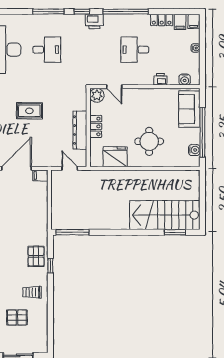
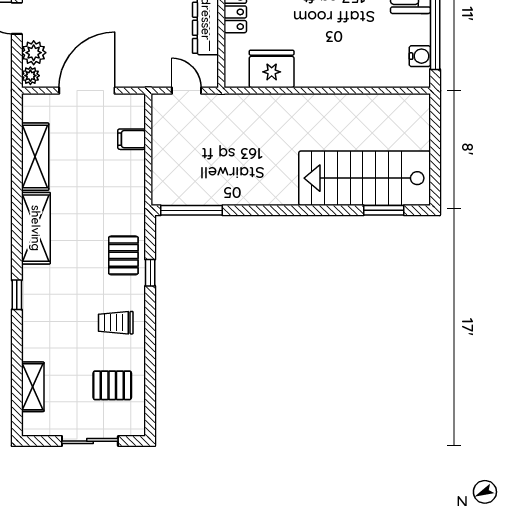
round table: (149, 141) -> (335, 40), removed
filing cabinet: (40, 175) -> (132, 139), moved
pallet: (17, 317) -> (112, 385), moved

